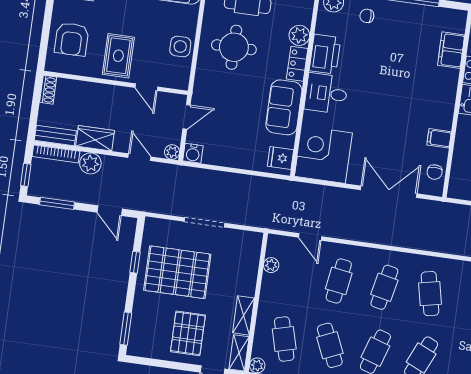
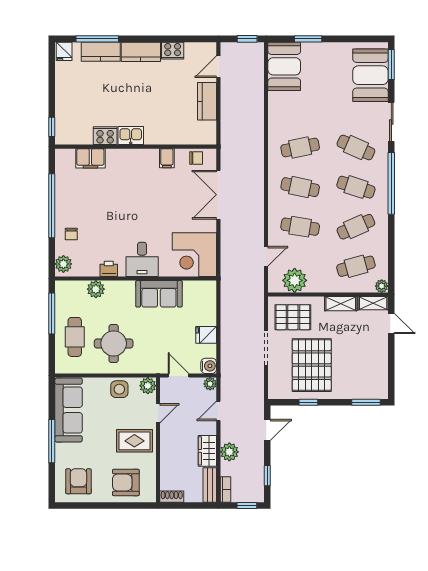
armchair: (72, 39) -> (126, 482), turned 180
printer: (325, 54) -> (109, 269), width x0.53, depth x0.68
locker: (297, 64) -> (120, 288), removed
plant: (180, 80) -> (148, 386), added
bookcase: (56, 154) -> (225, 490), width x0.64
fridge: (281, 158) -> (206, 335), moved, turned 90
window: (57, 203) -> (267, 476), width x0.67
plant: (271, 265) -> (295, 280), width x1.88, depth x1.88
pallet: (188, 333) -> (293, 317), moved

